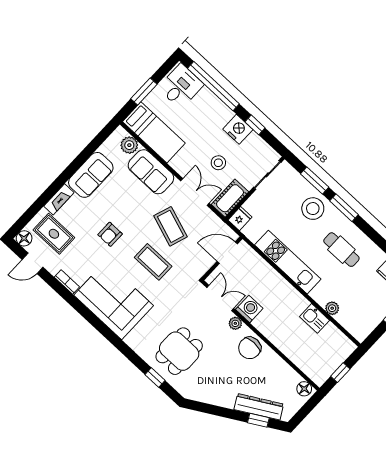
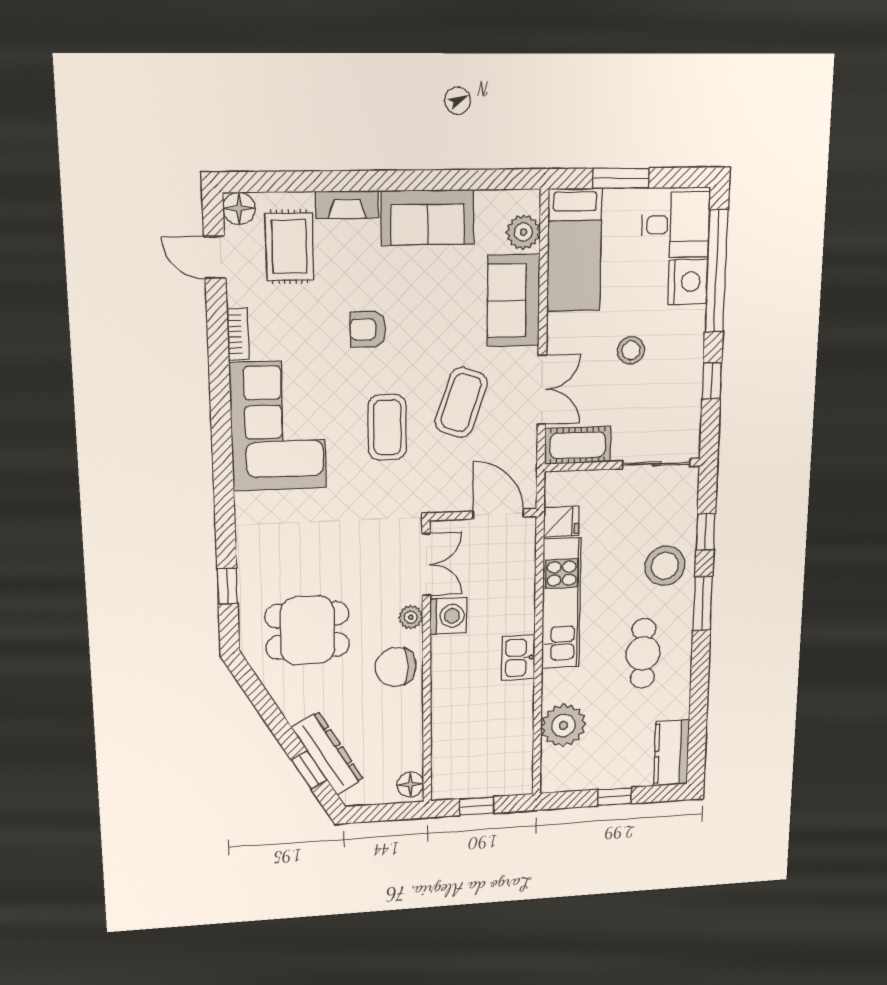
nightstand: (238, 129) -> (688, 282), moved
stool: (218, 163) -> (631, 350), moved
window: (315, 180) -> (706, 532), width x0.67
fridge: (240, 219) -> (561, 521), moved
plant: (332, 308) -> (563, 725), width x1.87, depth x1.87
kitchen sink: (314, 318) -> (518, 658), moved
dining table: (179, 351) -> (307, 630), moved

